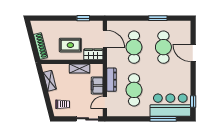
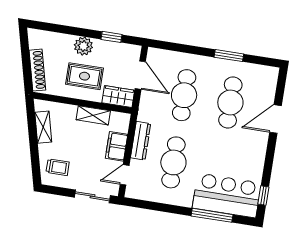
plant: (67, 27) -> (83, 46), added
door: (193, 53) -> (276, 119), hinge flipped

